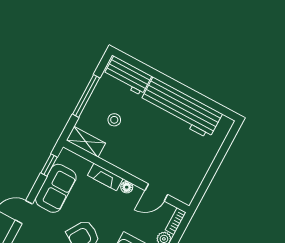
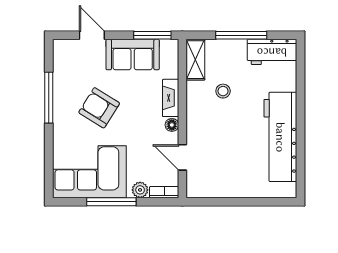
workbench: (128, 76) -> (272, 52), moved, turned -90
stool: (114, 120) -> (223, 91), moved
window: (49, 165) -> (152, 35), width x1.50

